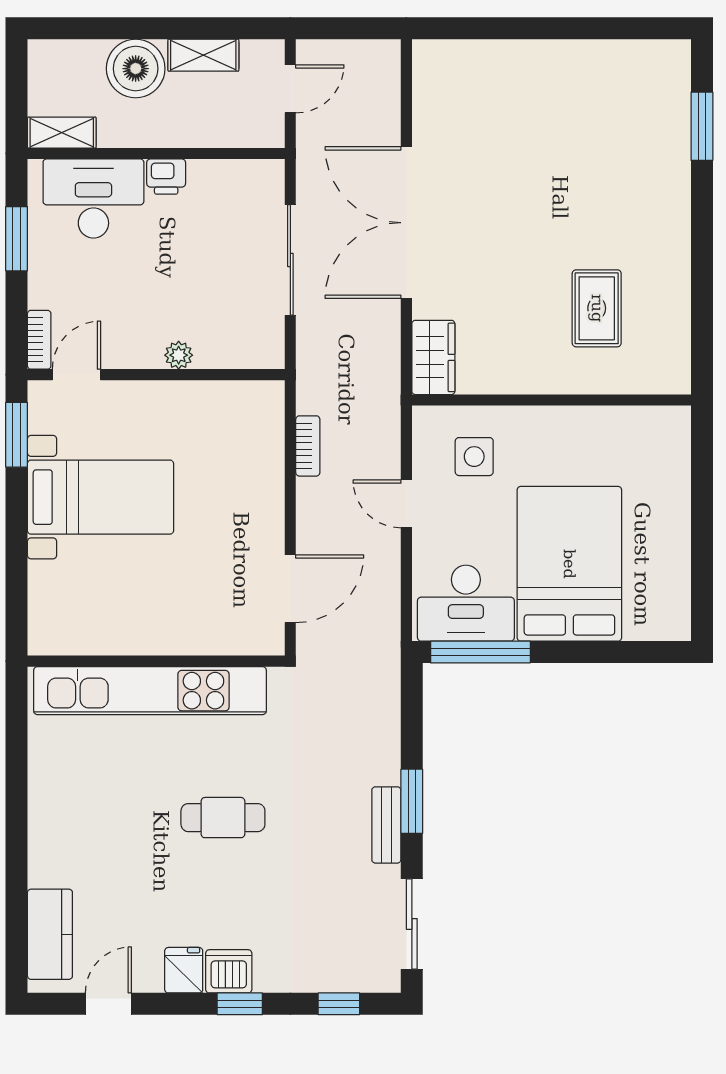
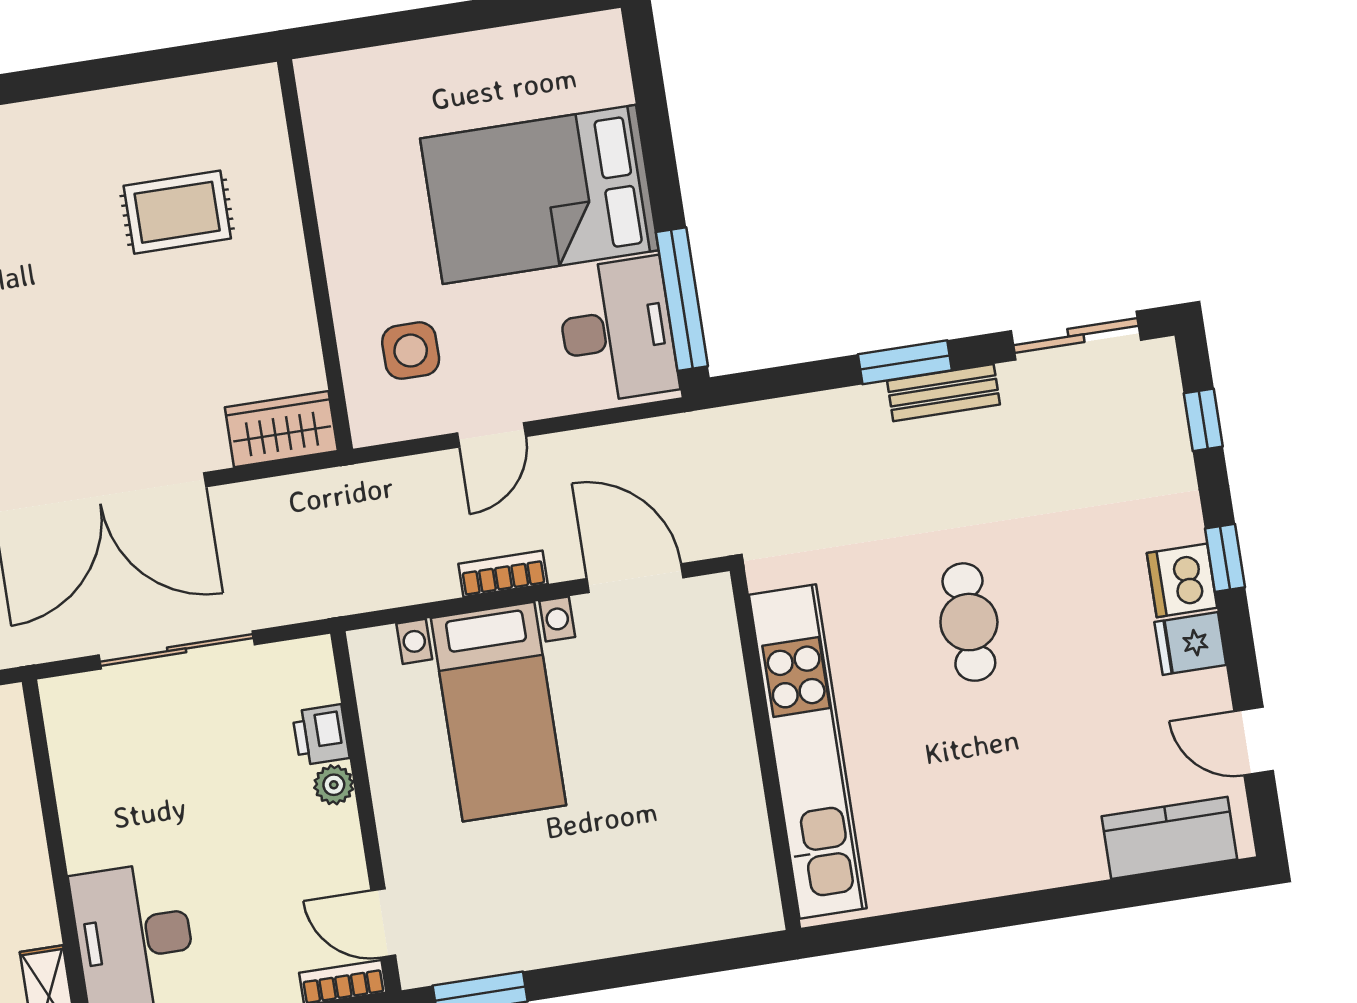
printer: (166, 177) -> (321, 735), moved, turned 180
bookcase: (308, 446) -> (503, 574), moved
bed with nightstands: (100, 497) -> (499, 712), moved, turned 180

